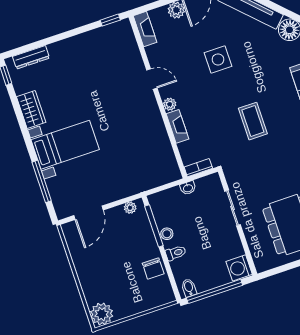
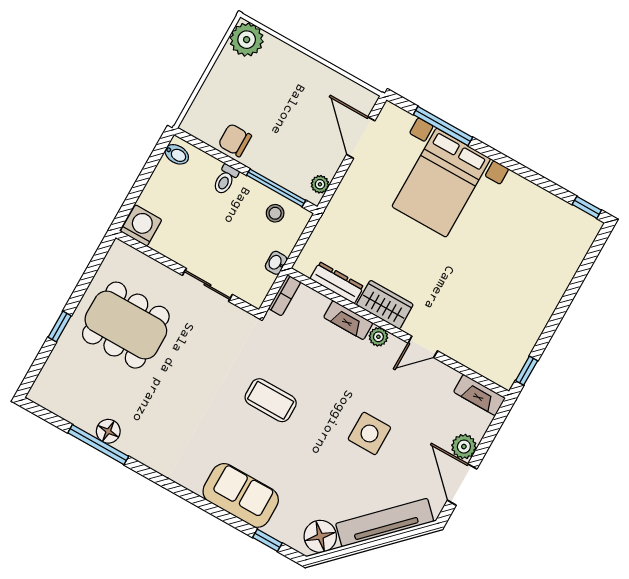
dresser: (31, 57) -> (337, 283), moved, turned 90
wardrobe: (31, 109) -> (385, 305), moved, turned 180
bed with nightstands: (65, 145) -> (441, 183), width x1.36
stool: (167, 234) -> (275, 213), moved
window: (214, 291) -> (145, 175), removed

